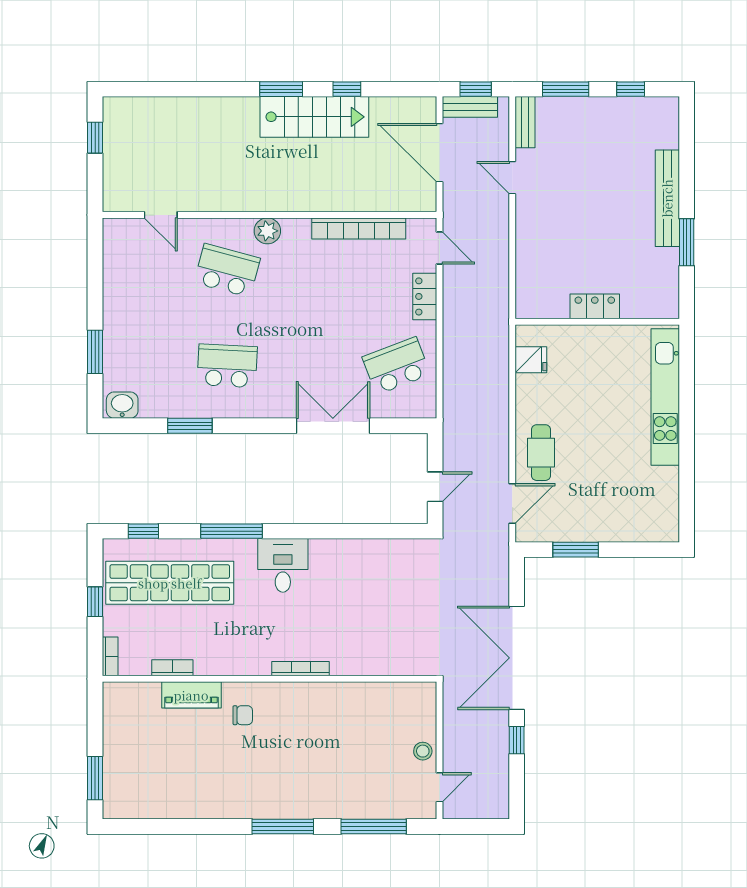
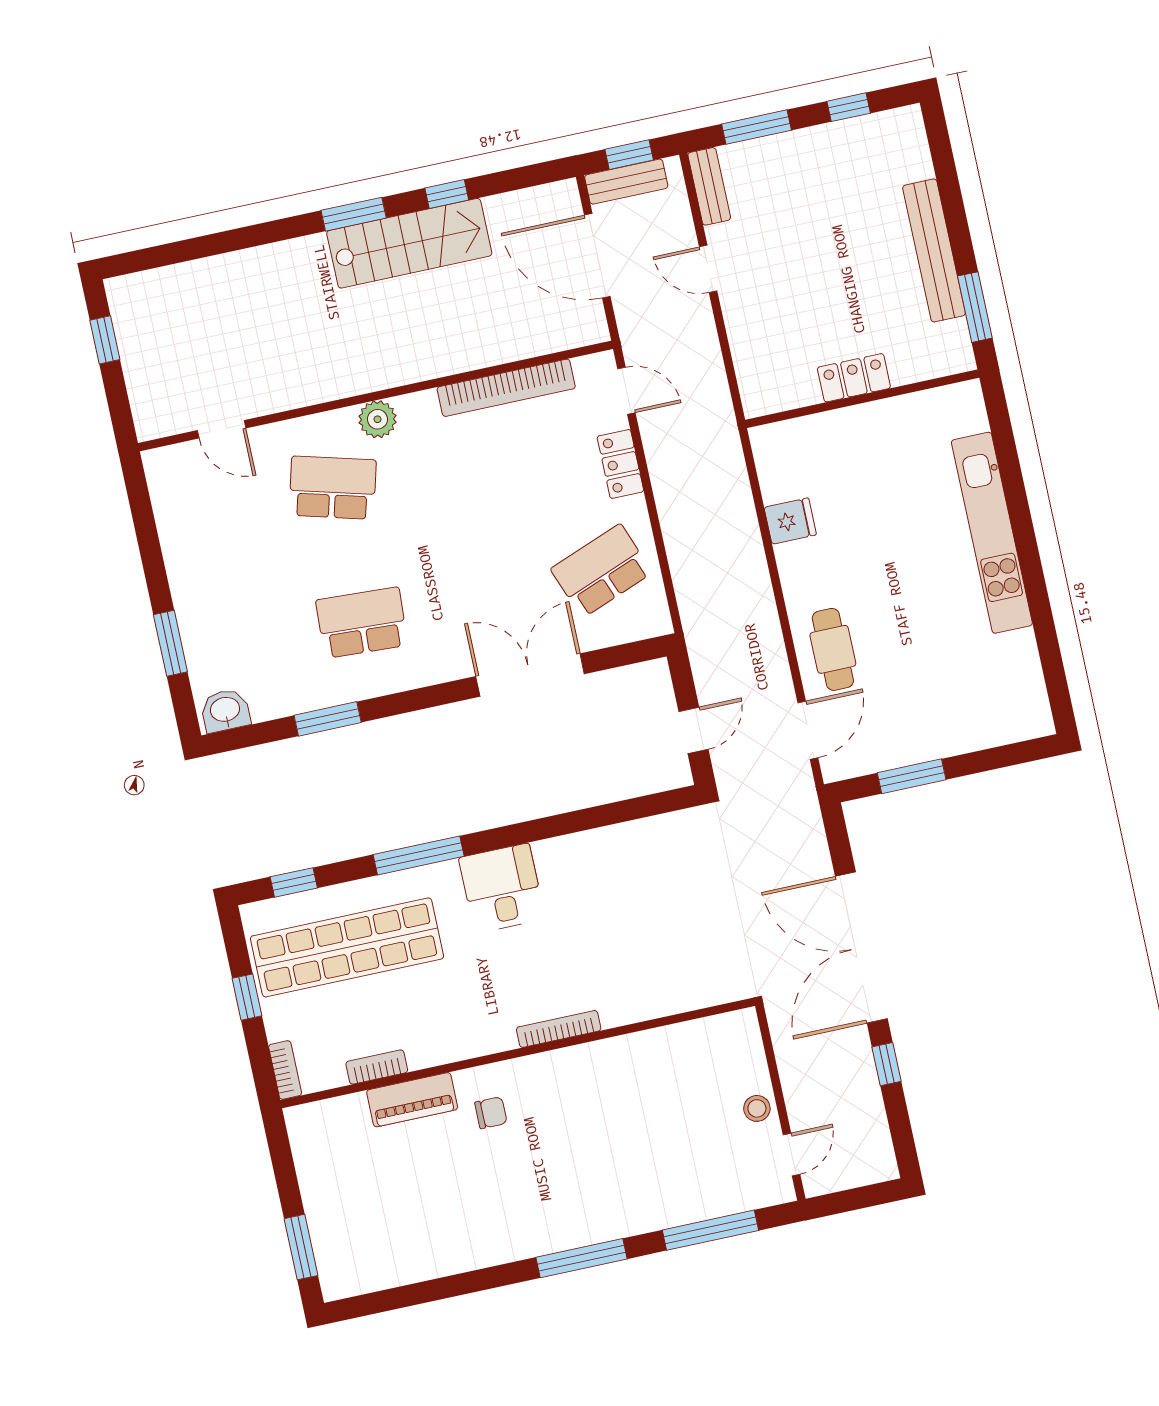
locker: (595, 306) -> (854, 378), moved
wall: (597, 322) -> (862, 399), moved

